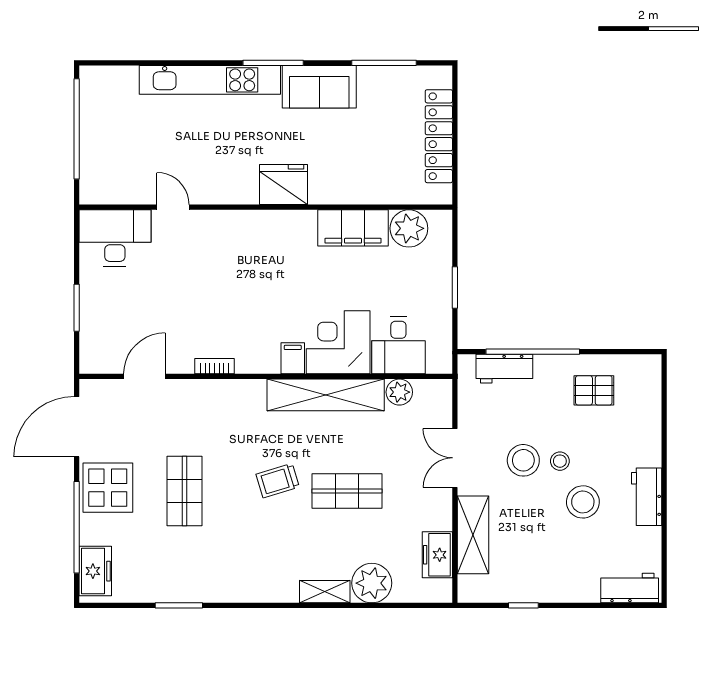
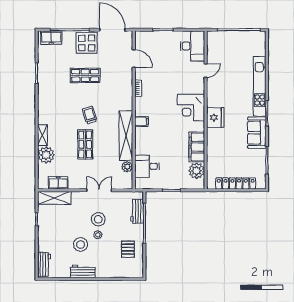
corner desk: (338, 342) -> (191, 108), moved, turned 180
shelving: (473, 535) -> (54, 198), moved

